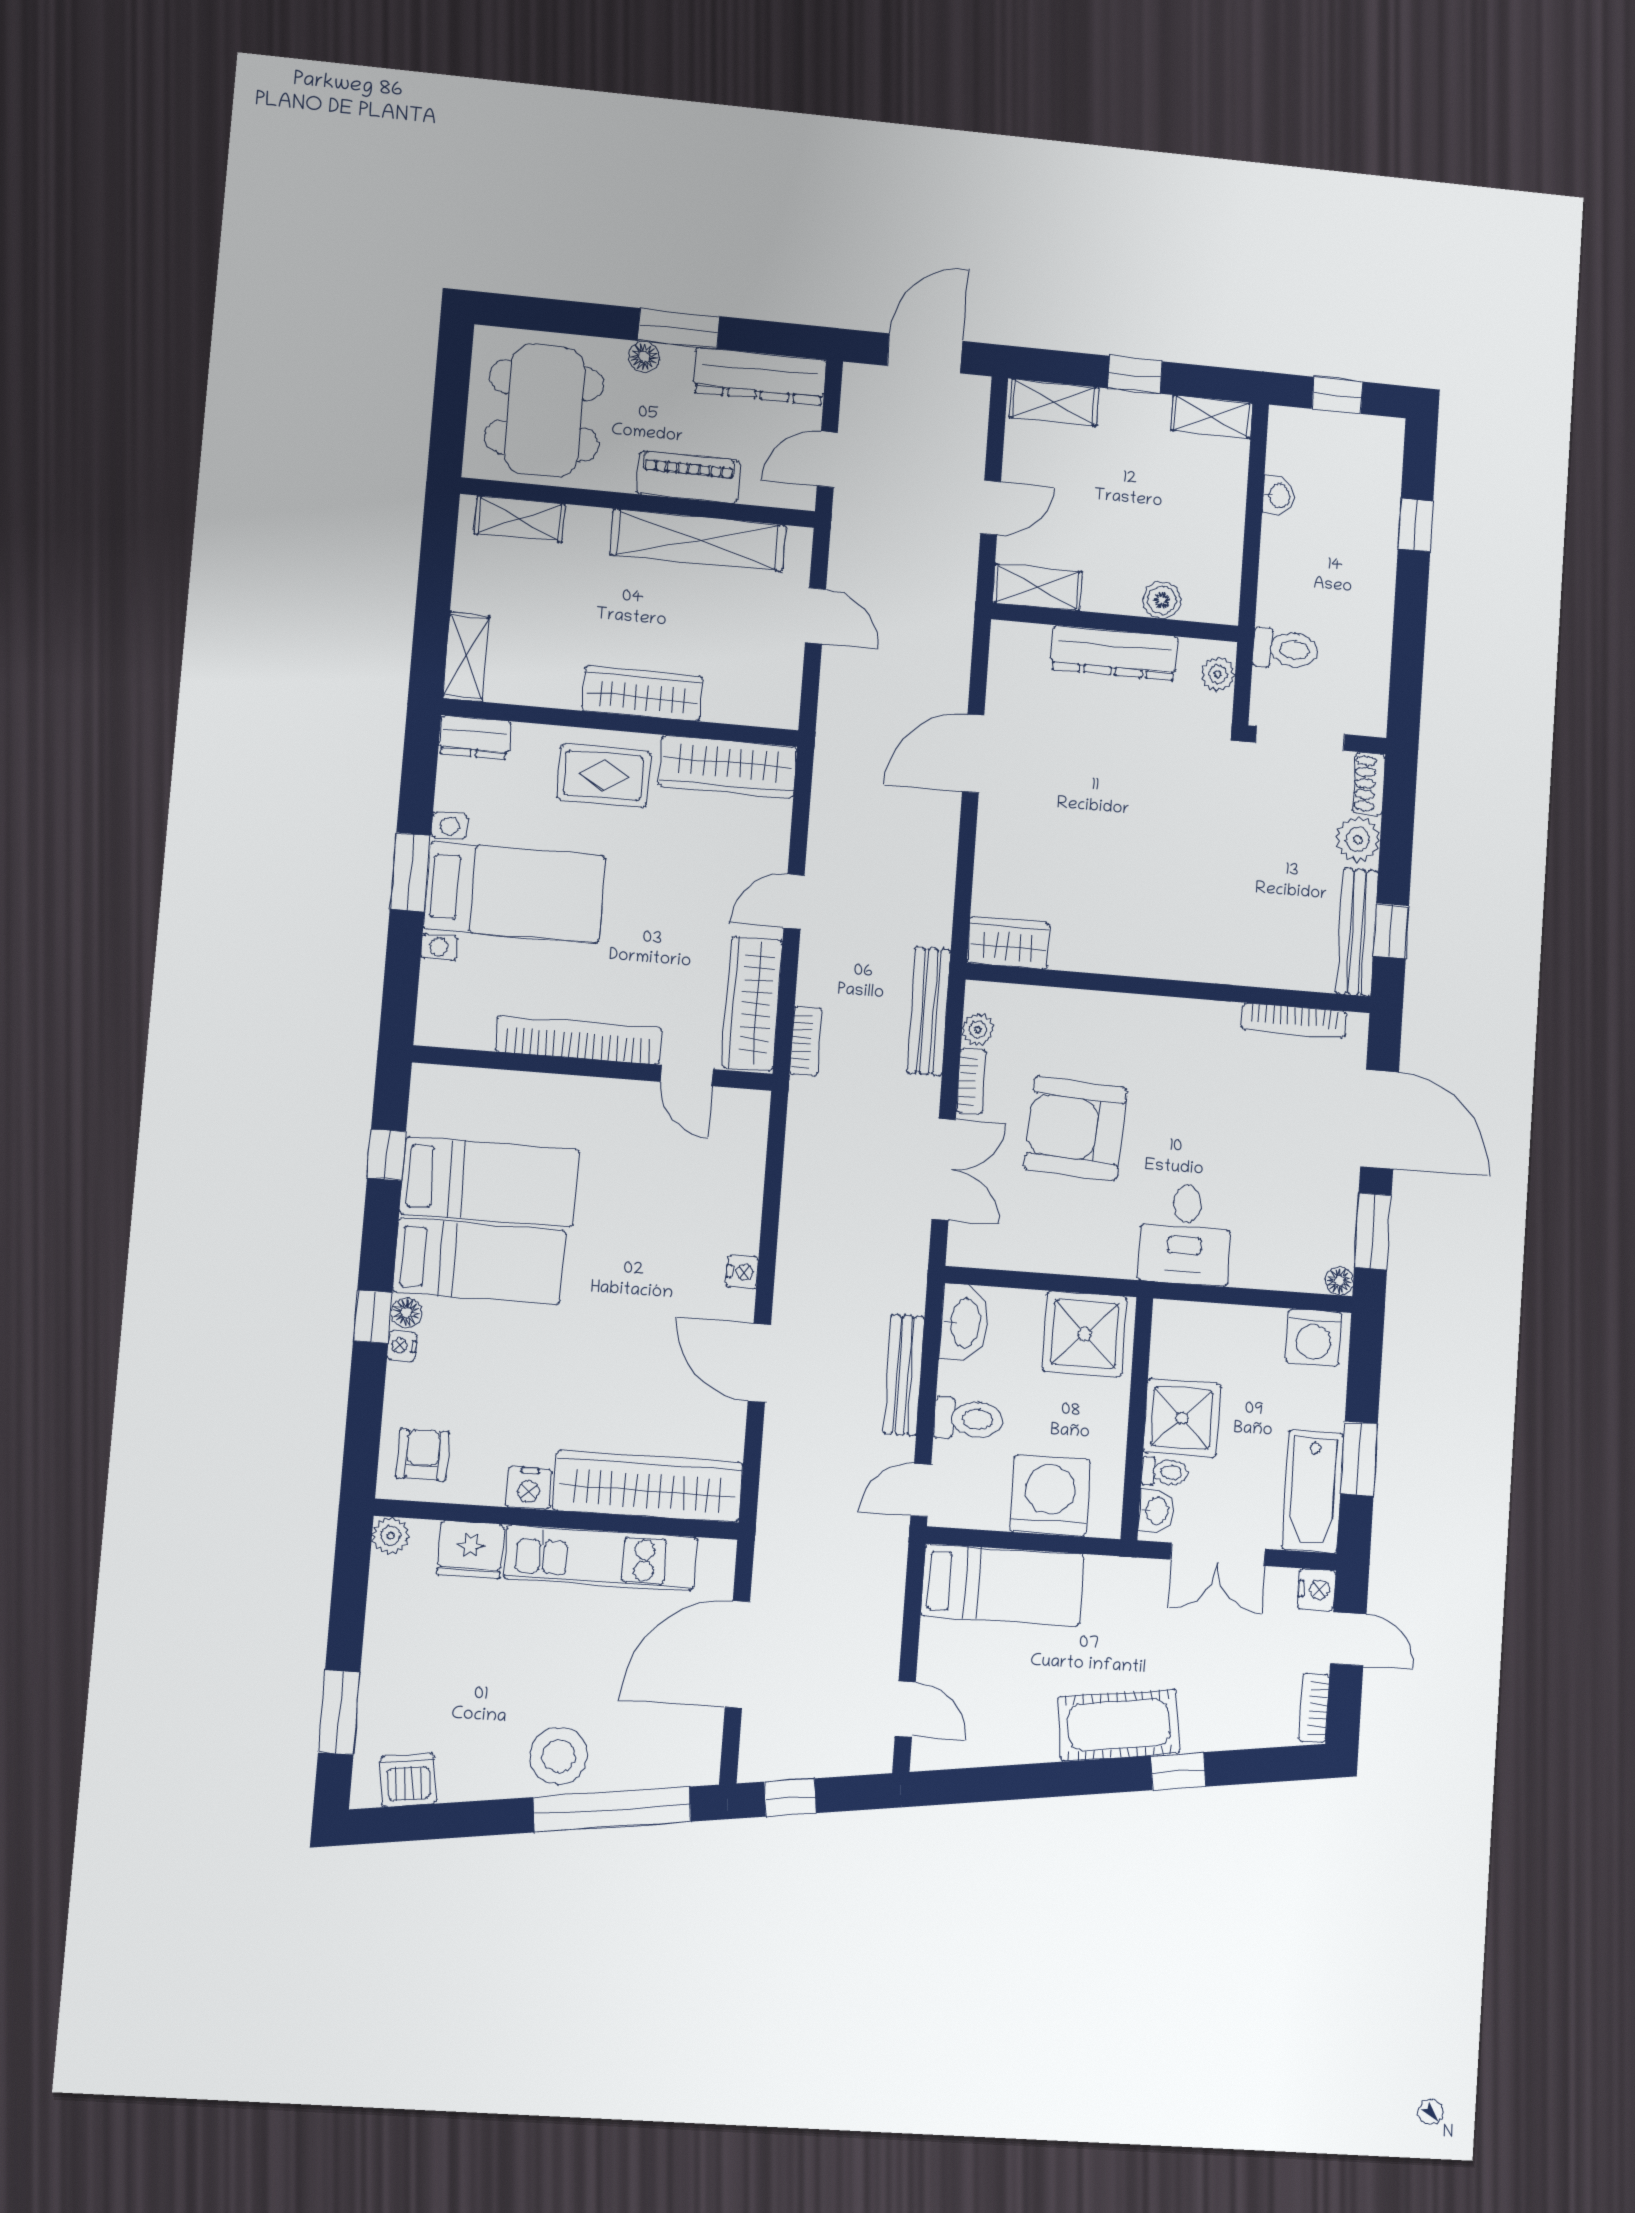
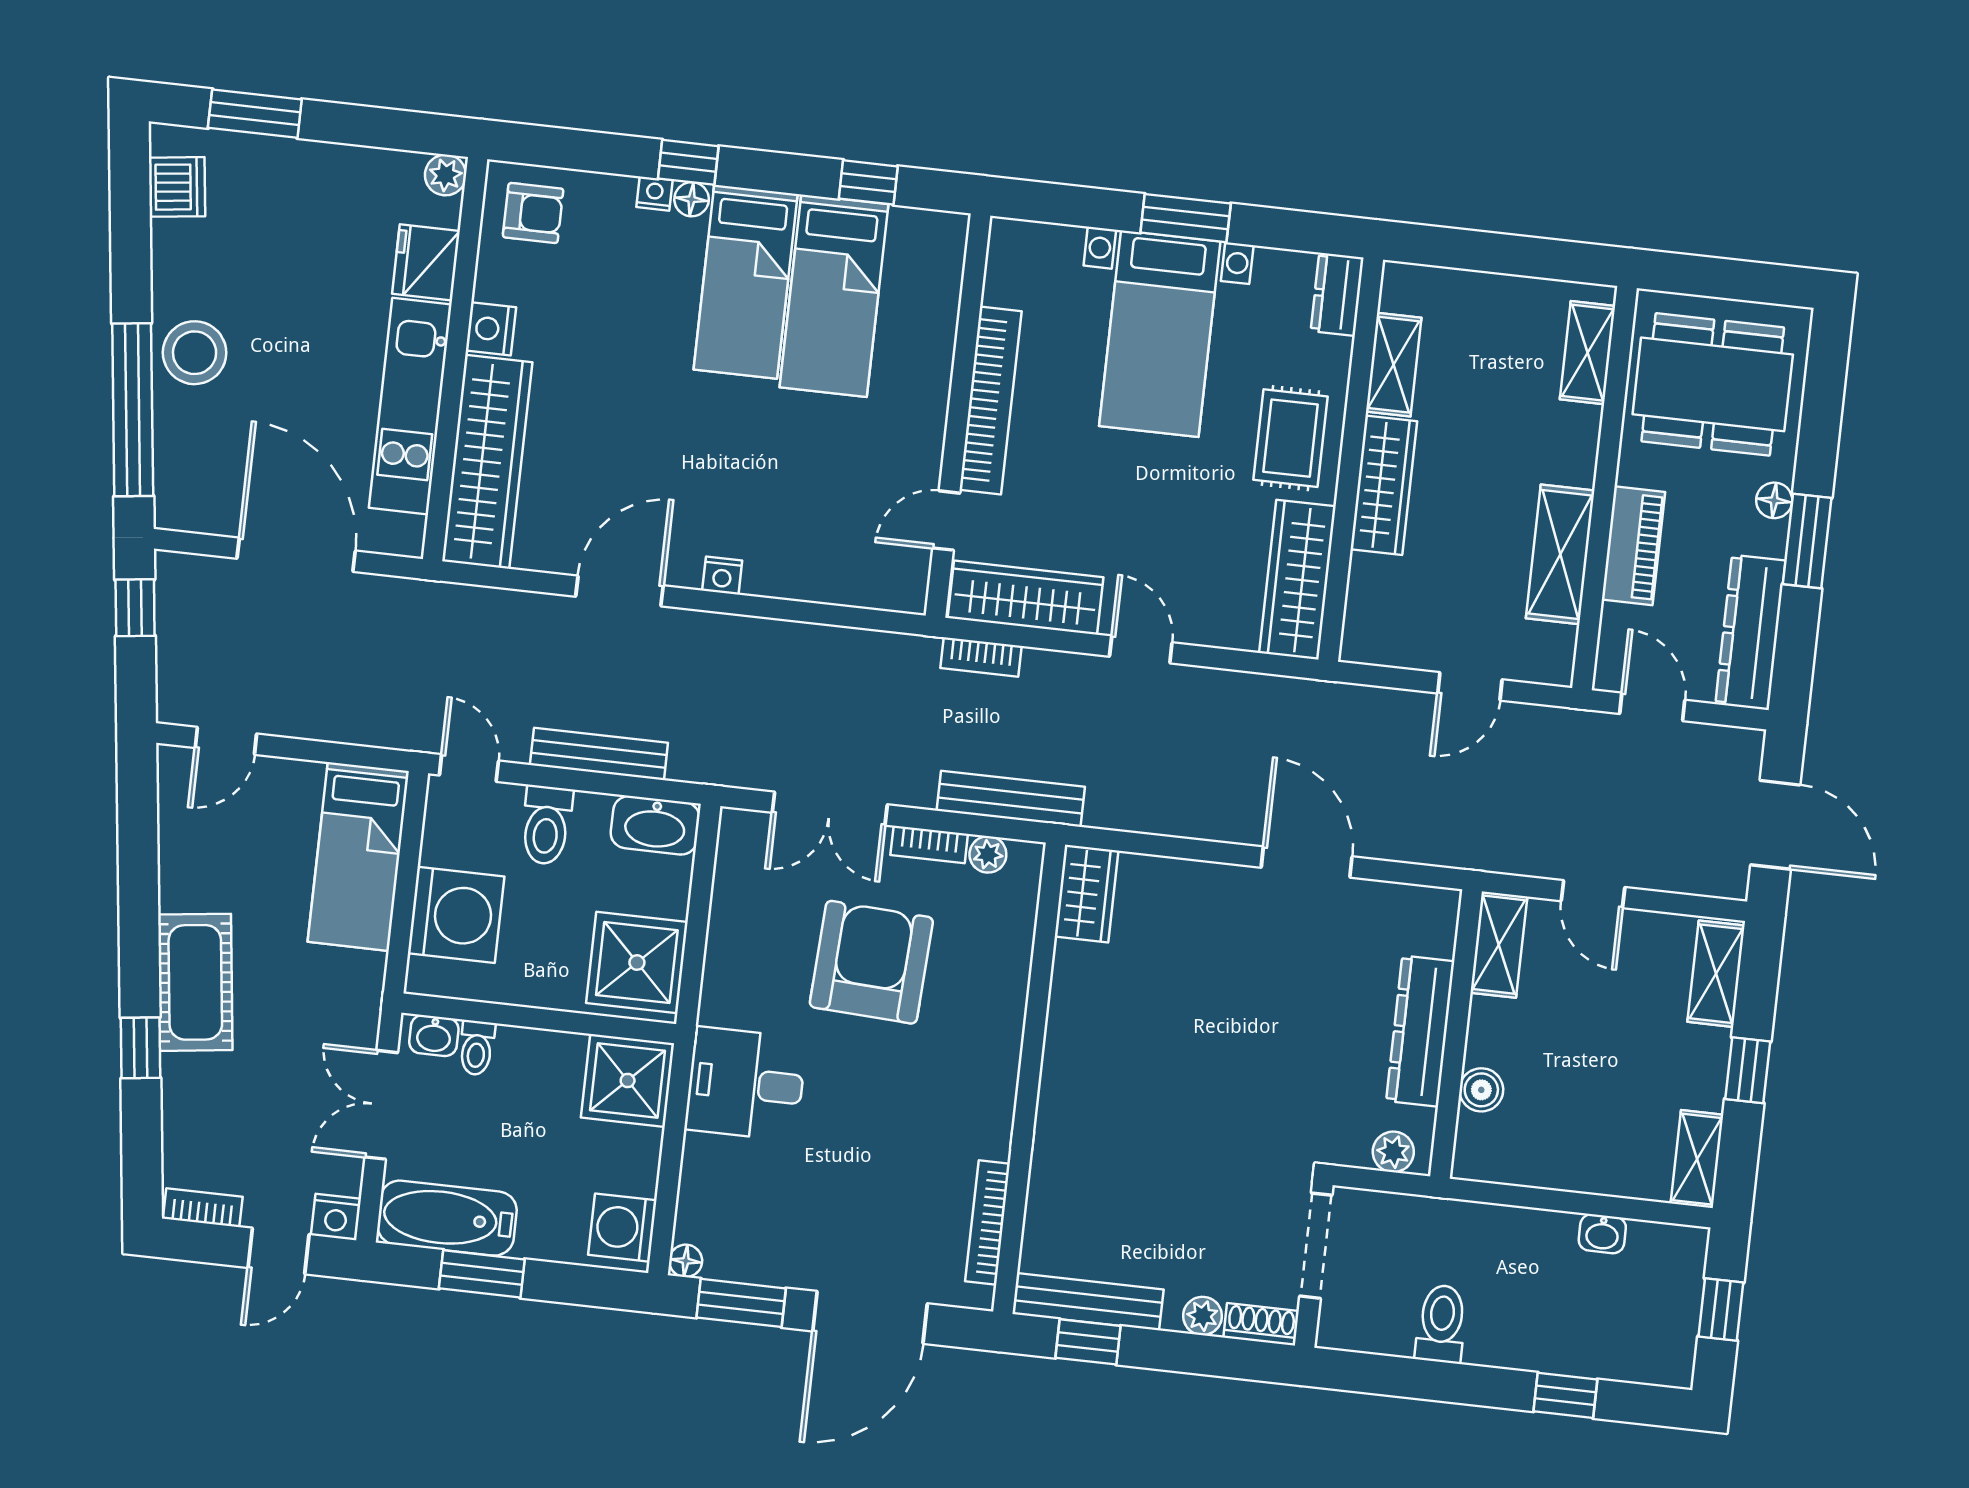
shelving: (698, 540) -> (1560, 554), width x0.68
toilet: (1285, 649) -> (1441, 1324), moved, turned 180
shelving: (466, 657) -> (1394, 365), moved, turned 90
plant: (1358, 839) -> (1203, 1316), width x0.73, depth x0.73
shower: (1182, 1418) -> (628, 1080), moved

